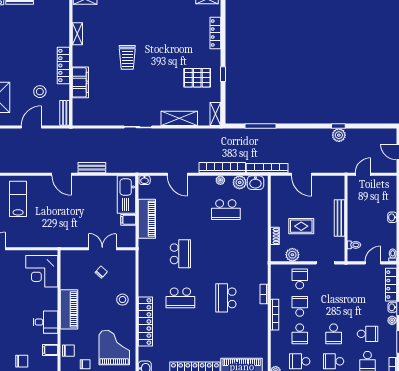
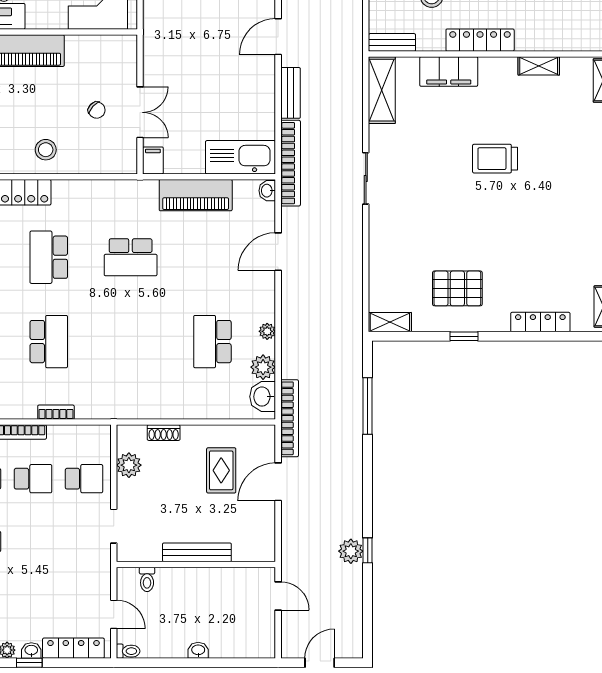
pallet: (197, 78) -> (457, 288), turned 90
shelving: (179, 118) -> (382, 90), moved
bookcase: (222, 168) -> (291, 163), moved
filing cabinet: (128, 220) -> (153, 160), moved
rug: (301, 226) -> (221, 470), moved
school desk: (226, 298) -> (49, 342), turned 90

